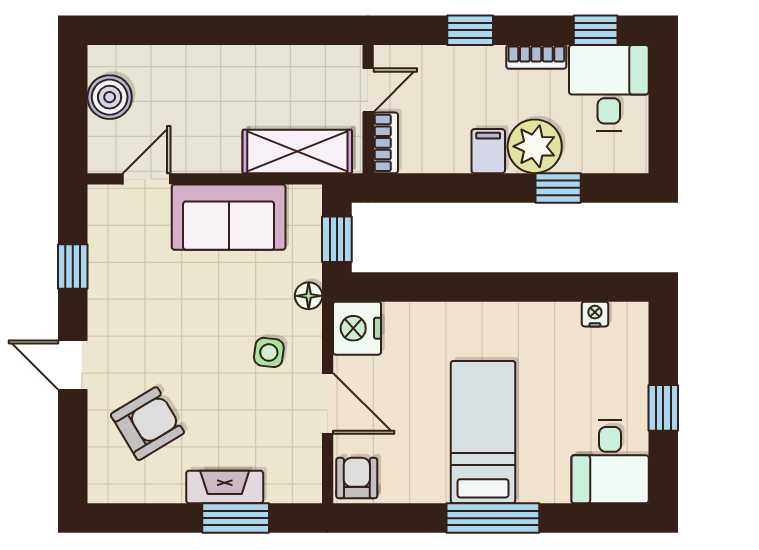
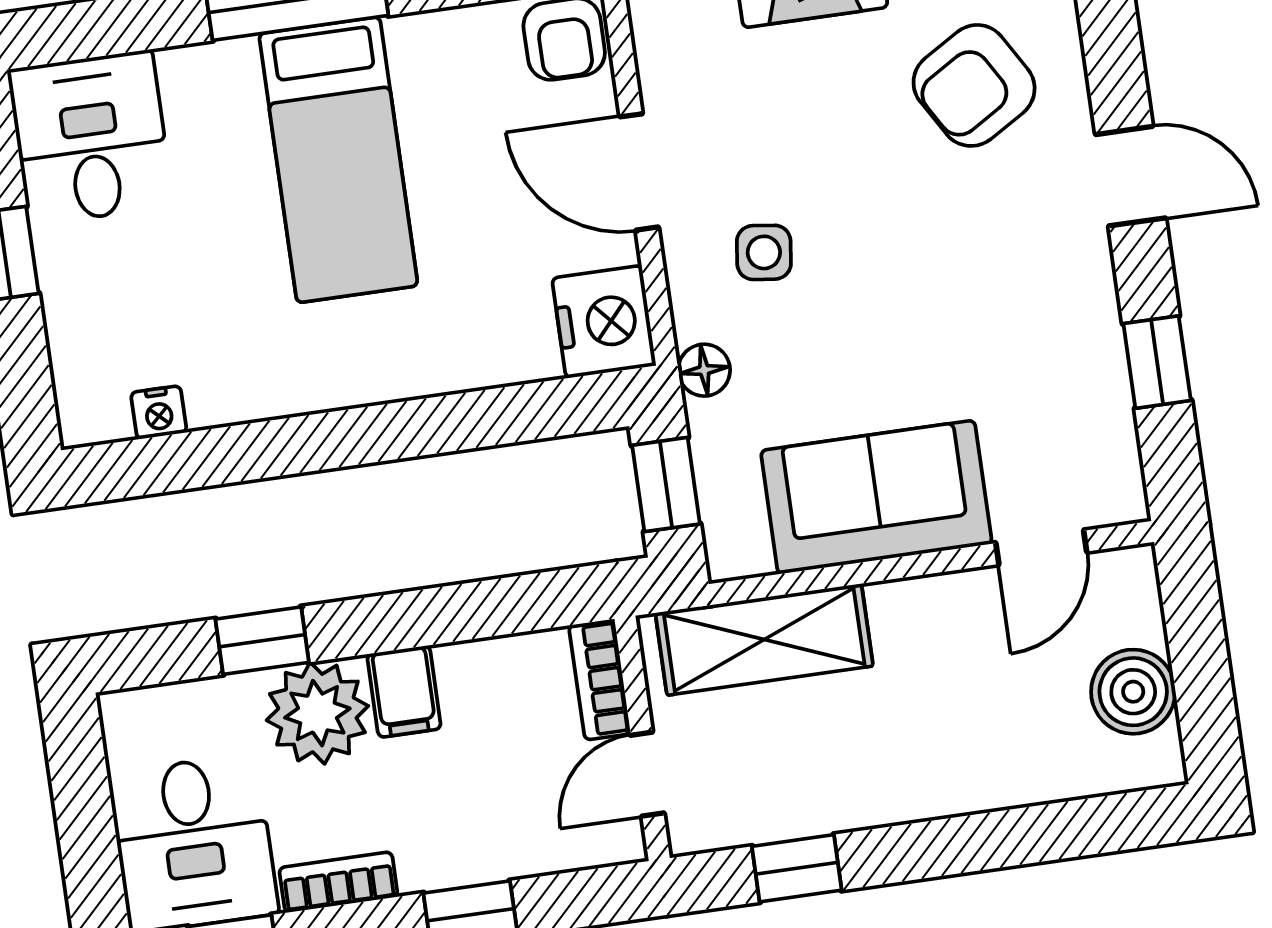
window: (297, 30) -> (797, 868), added

